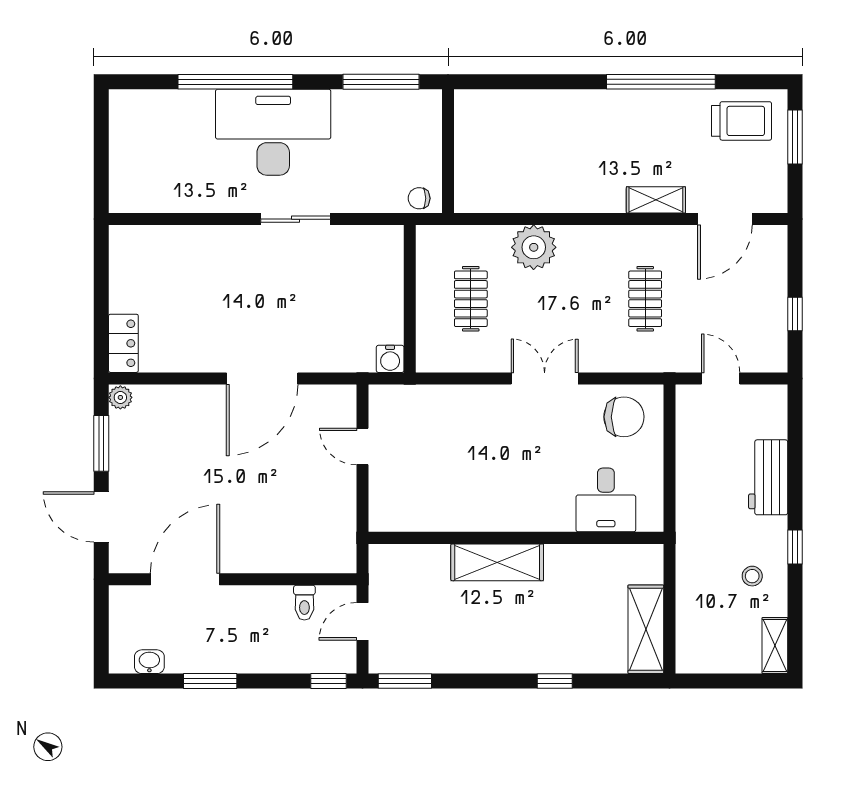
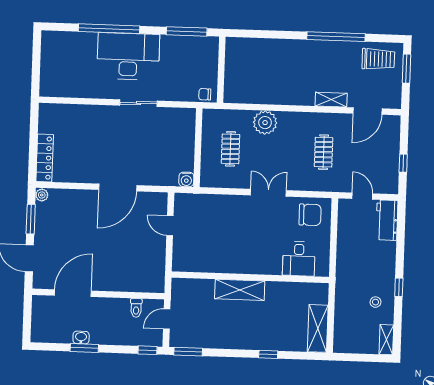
locker: (123, 343) -> (45, 158), width x1.53
workbench: (768, 477) -> (387, 220), moved
washbasin: (149, 662) -> (81, 338), moved

